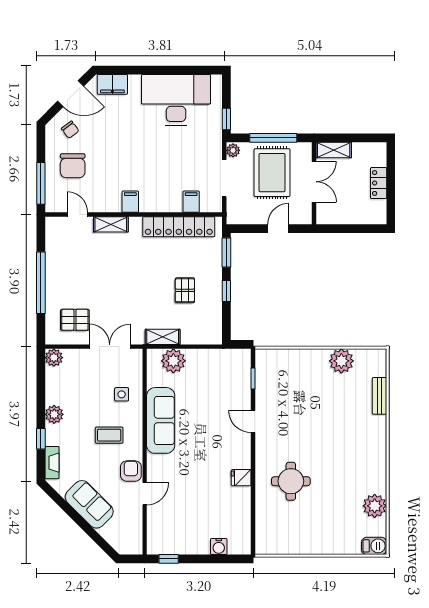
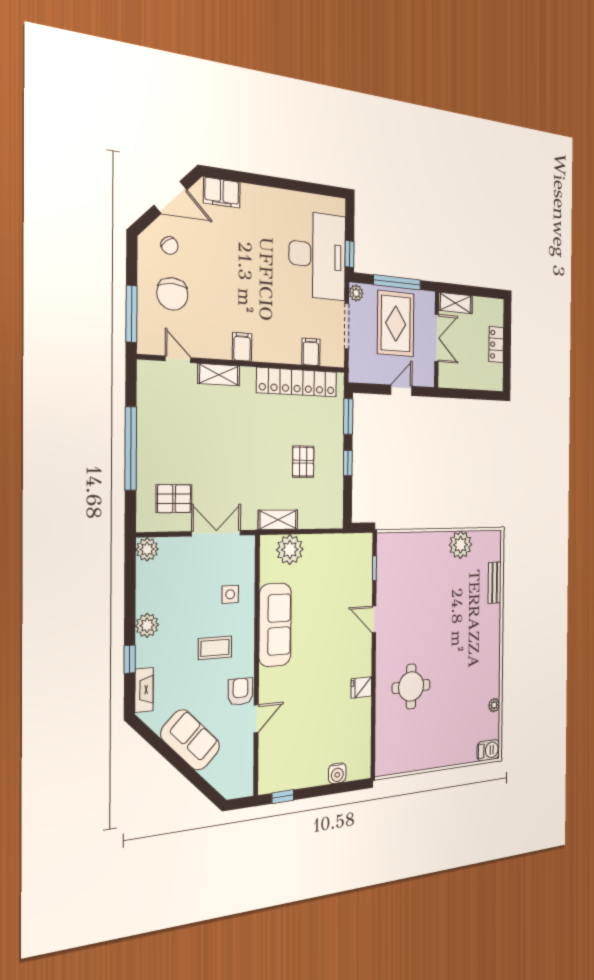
desk: (176, 100) -> (317, 255), moved, turned 90
plant: (375, 506) -> (494, 705), width x0.53, depth x0.53

